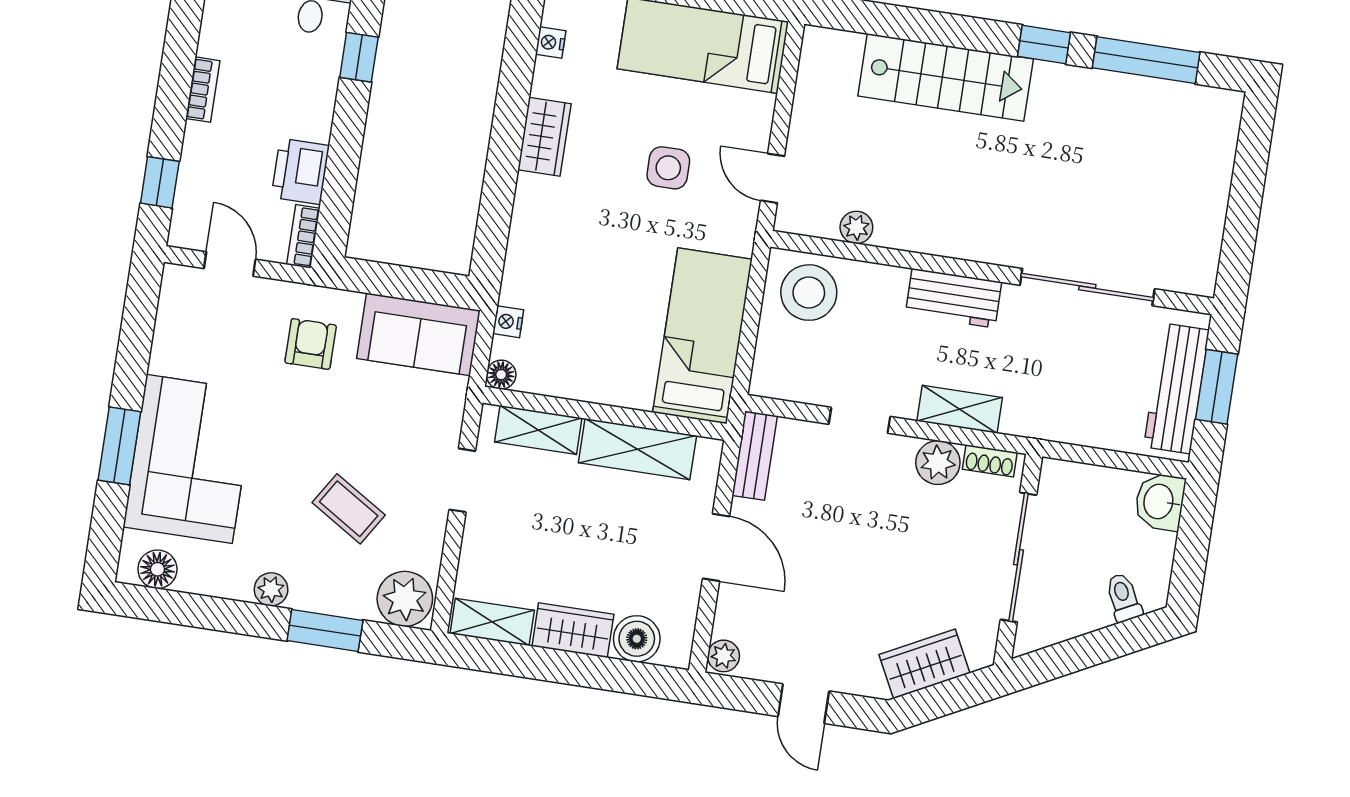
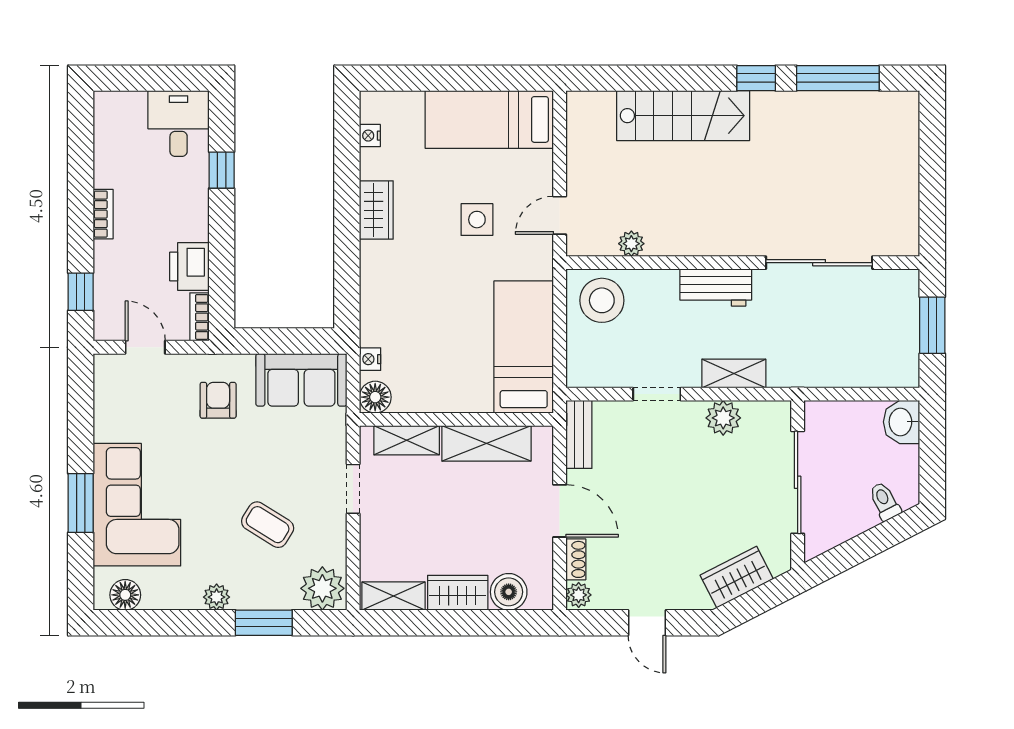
door: (772, 178) -> (560, 215), hinge flipped
floor lamp: (501, 375) -> (375, 397), width x1.37, depth x1.37
workbench: (1176, 388) -> (901, 331), removed
shoe rack: (990, 461) -> (576, 559), moved, turned -90

